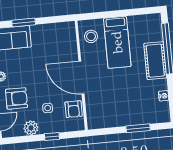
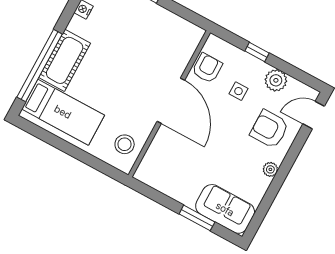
bed: (117, 42) -> (63, 112), moved, turned 90

